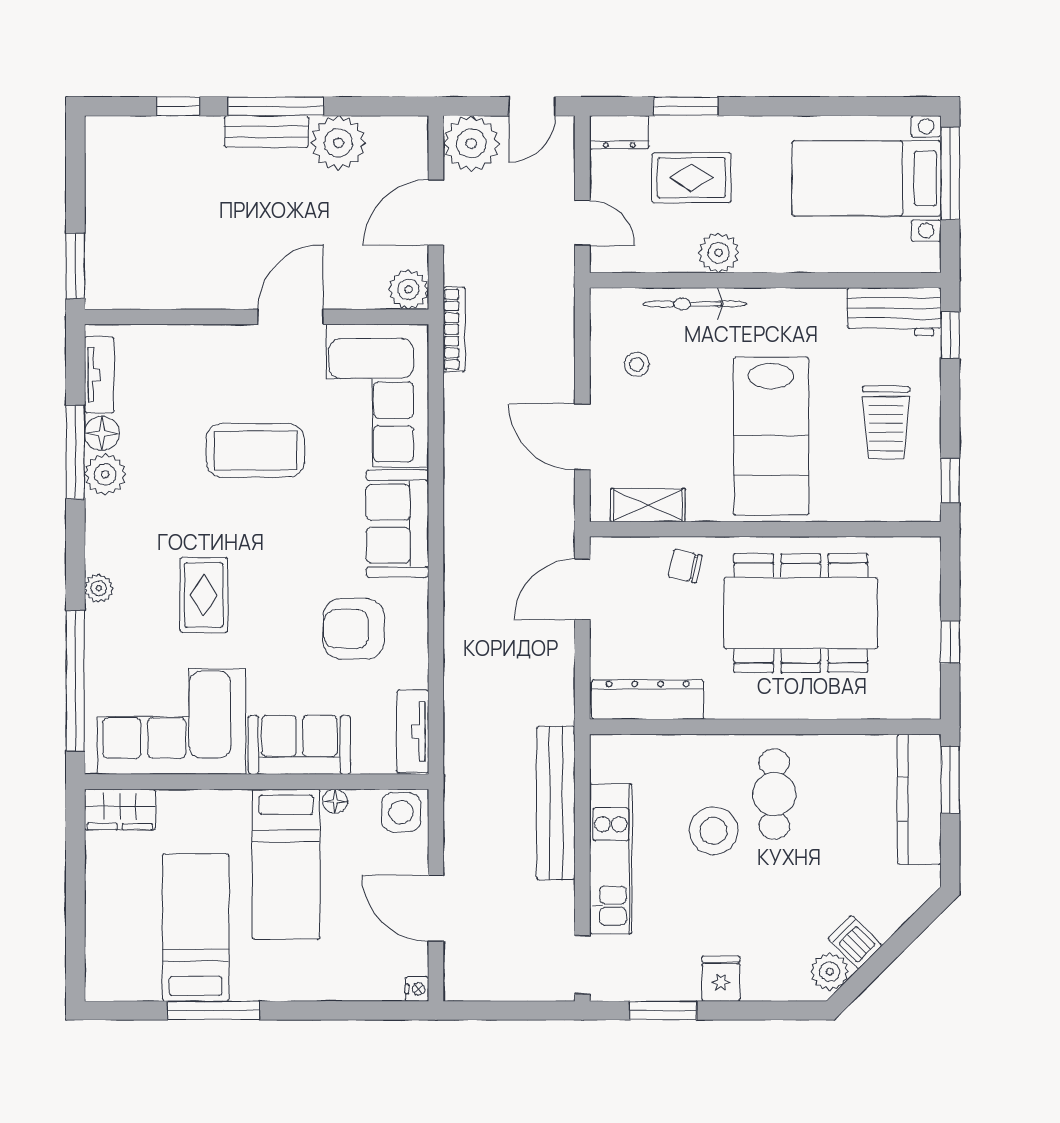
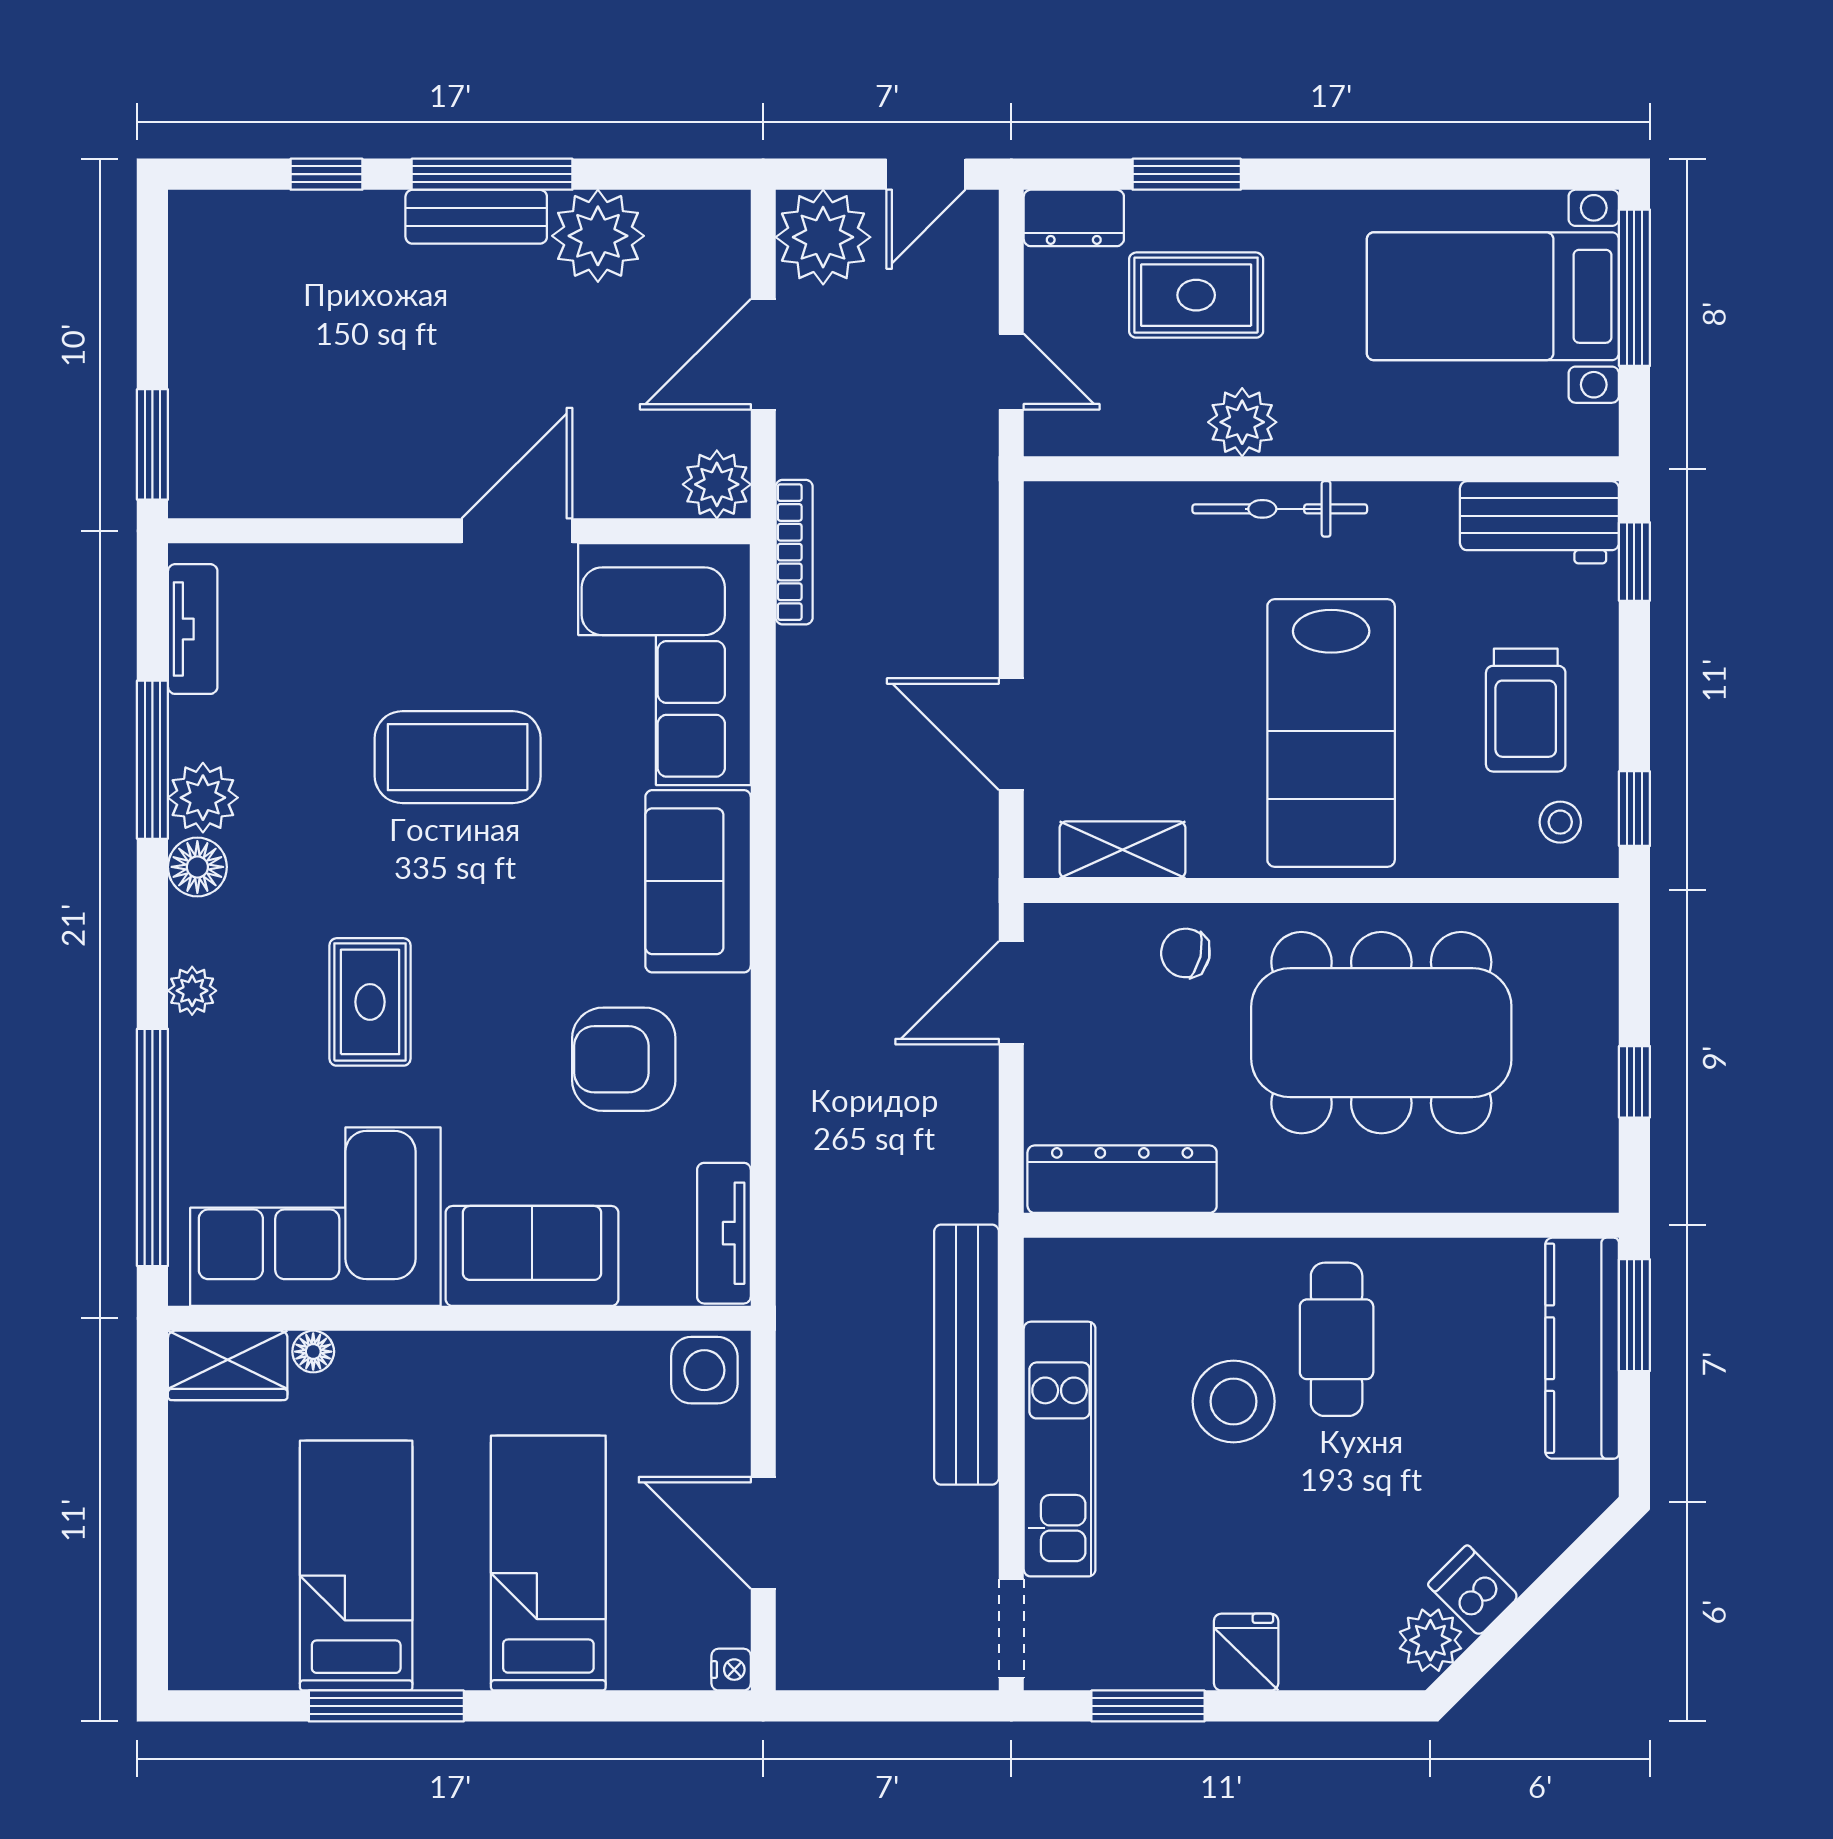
bicycle: (695, 304) -> (1280, 509), moved
stool: (637, 364) -> (1560, 822), moved
floor lamp: (102, 433) -> (197, 867), moved
floor lamp: (335, 801) -> (313, 1352), moved
bed: (286, 864) -> (548, 1563), moved, turned 180

